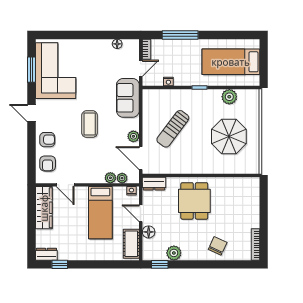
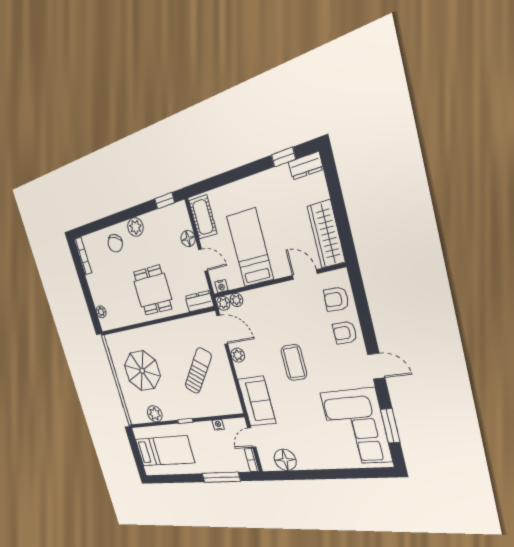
floor lamp: (117, 44) -> (285, 460), width x1.89, depth x1.89
armchair: (48, 164) -> (336, 299), turned -87
plant: (110, 178) -> (223, 303), moved
plant: (254, 194) -> (101, 312), added
plant: (174, 253) -> (135, 227), moved

